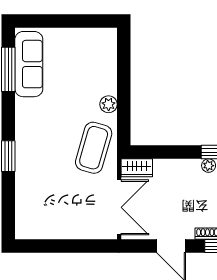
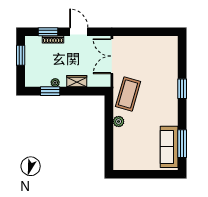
wardrobe: (137, 168) -> (77, 81), moved

